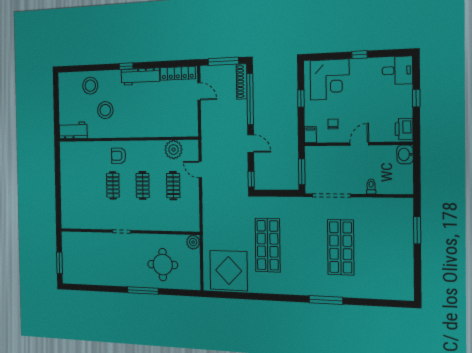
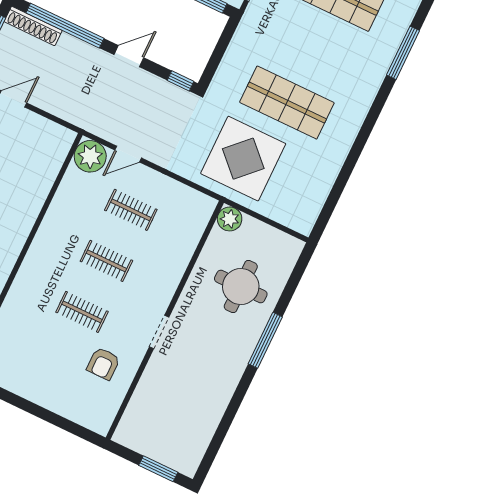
plant: (174, 150) -> (90, 156), moved
armchair: (119, 156) -> (103, 364), moved
display table: (229, 270) -> (243, 159), moved

